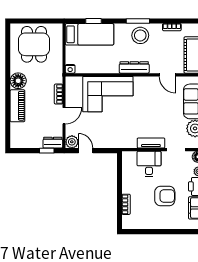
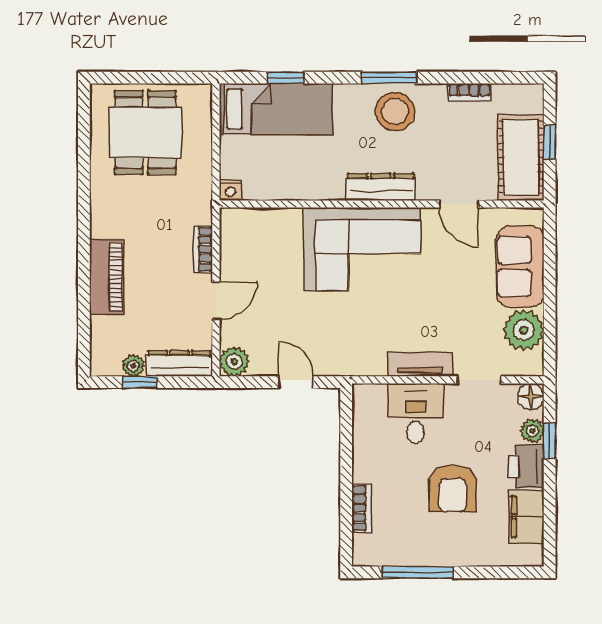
floor lamp: (18, 81) -> (108, 218), removed
corner sofa: (108, 94) -> (362, 249), moved
dresser: (53, 143) -> (179, 363), width x1.44
plant: (29, 144) -> (133, 366), added
window: (47, 151) -> (140, 382), moved
door: (86, 151) -> (296, 382), moved
armchair: (165, 196) -> (453, 489), turned 90
window: (150, 232) -> (418, 572), added

